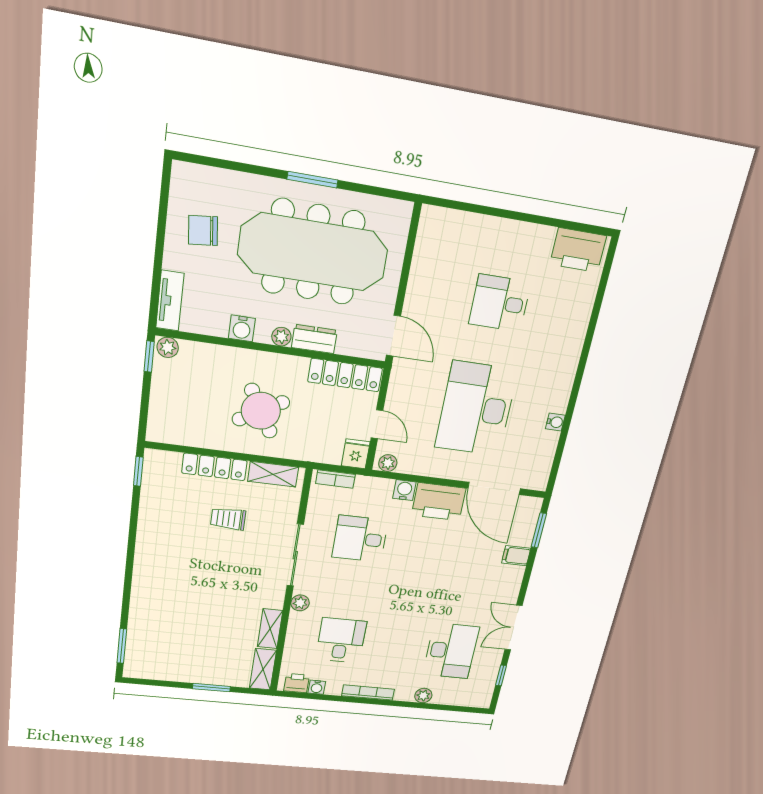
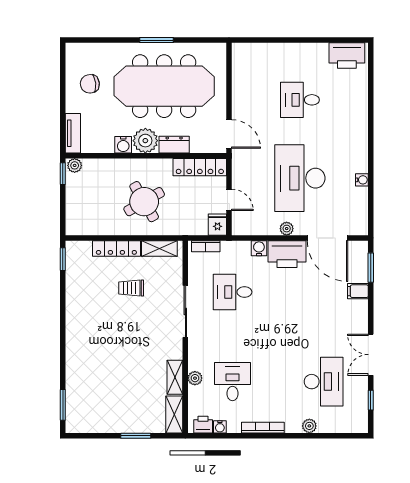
plant: (281, 337) -> (145, 141), width x1.87, depth x1.87
plant: (388, 463) -> (287, 229), moved
plant: (300, 603) -> (195, 378), moved

